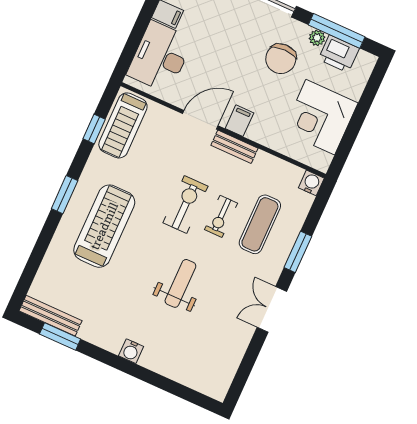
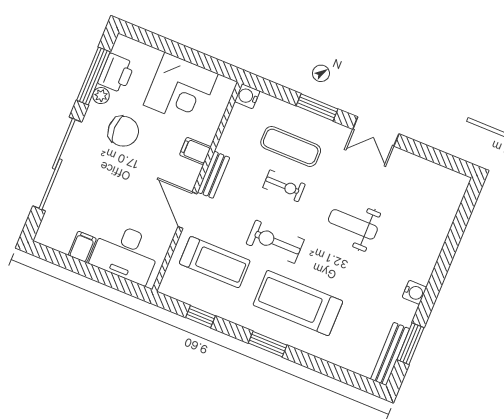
filing cabinet: (239, 121) -> (195, 151), moved
treadmill: (123, 125) -> (215, 262), moved
exercise bike: (185, 205) -> (275, 242), moved
water cooler: (131, 351) -> (414, 292), moved

